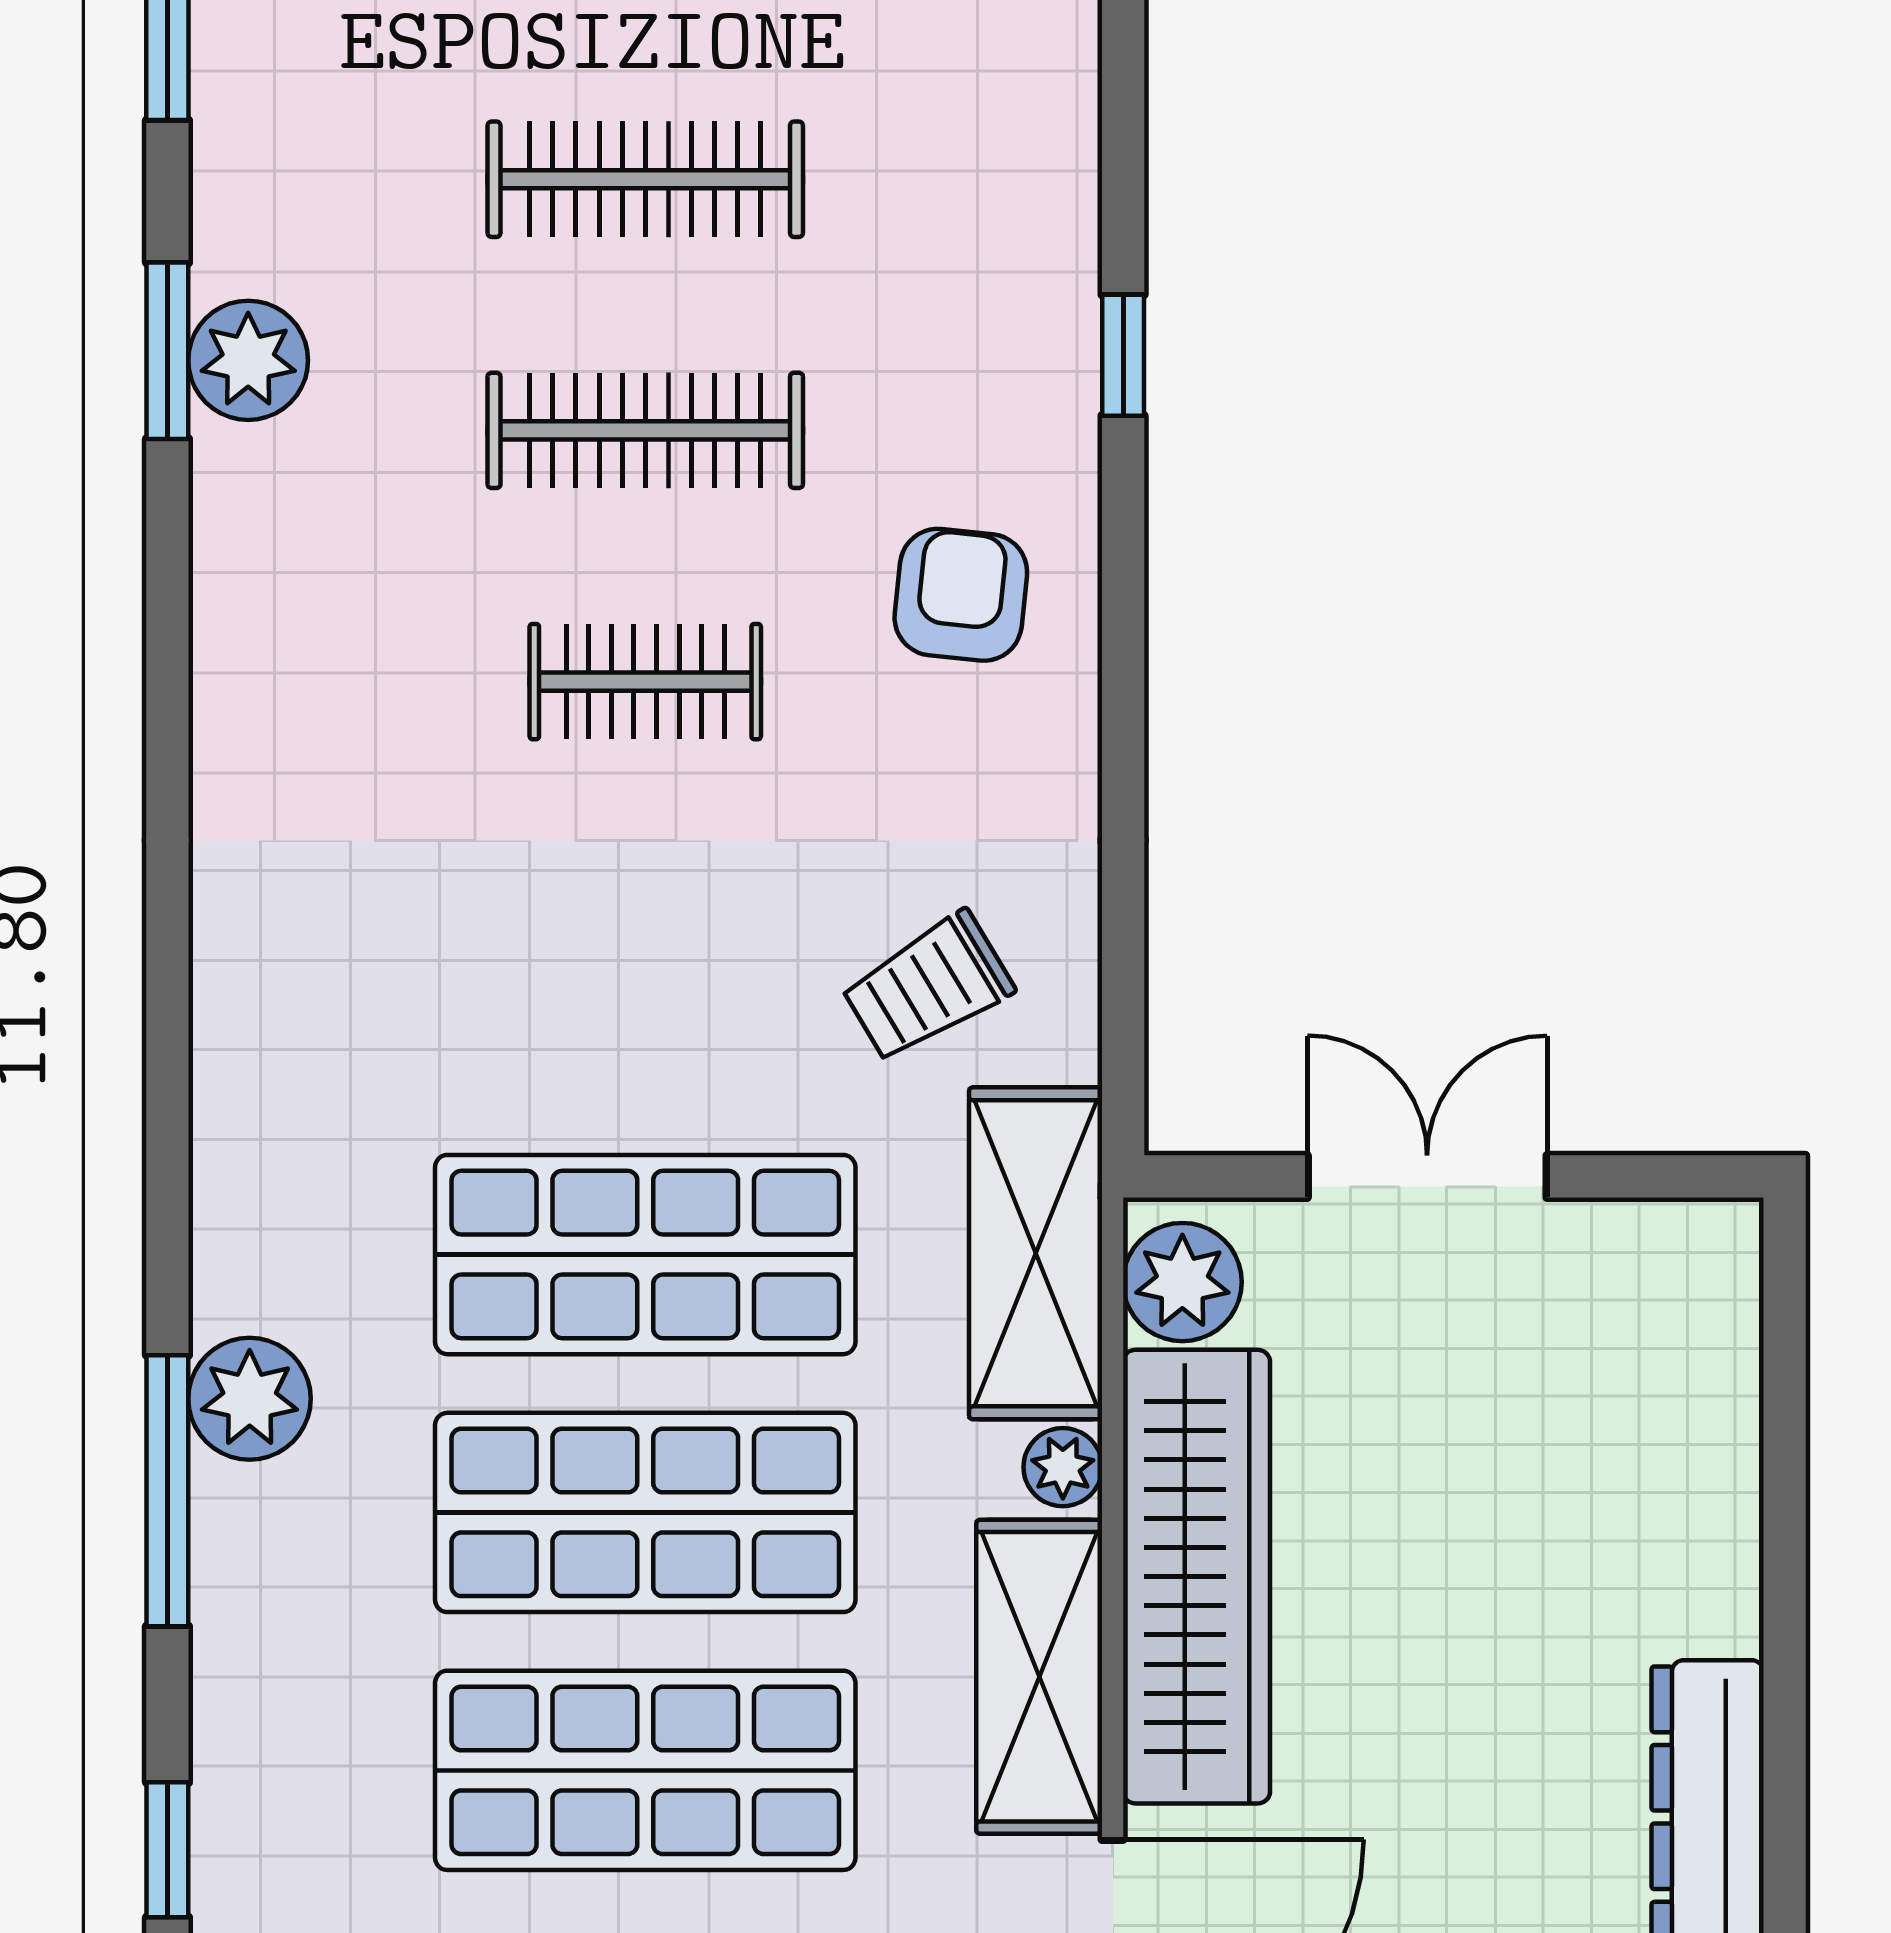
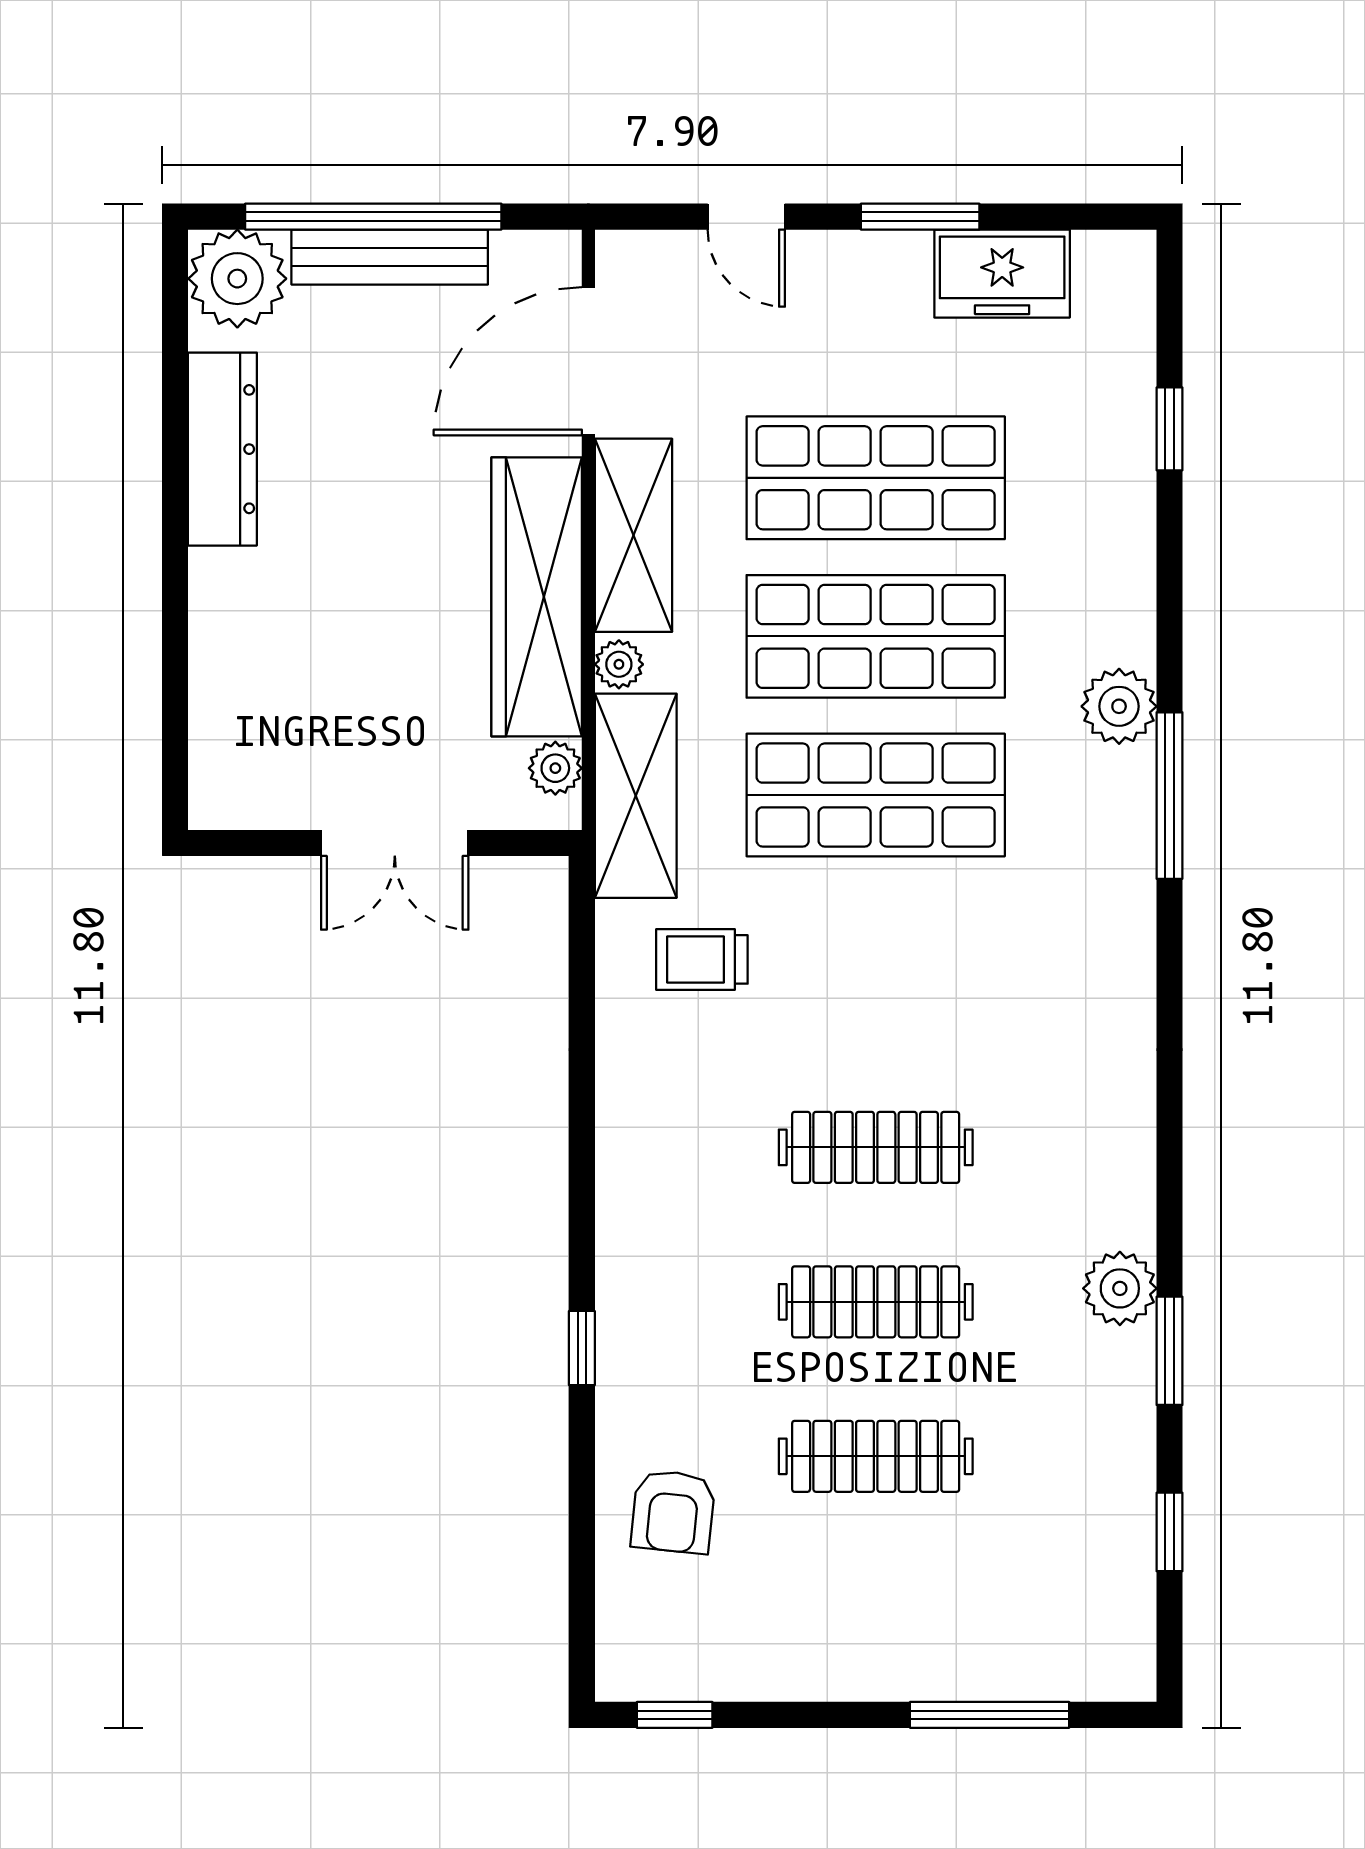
plant: (248, 360) -> (1120, 1288), moved
armchair: (961, 595) -> (673, 1512), moved
clothes rail: (645, 682) -> (876, 1147), width x1.36
trolley: (928, 987) -> (702, 959), turned -149
plant: (1182, 1282) -> (555, 768), width x0.73, depth x0.73
window: (167, 1491) -> (1170, 796), moved

